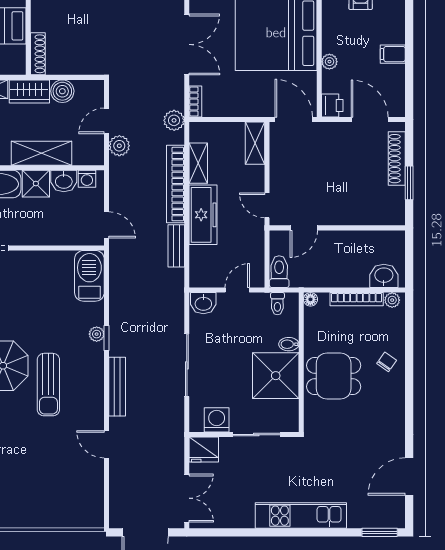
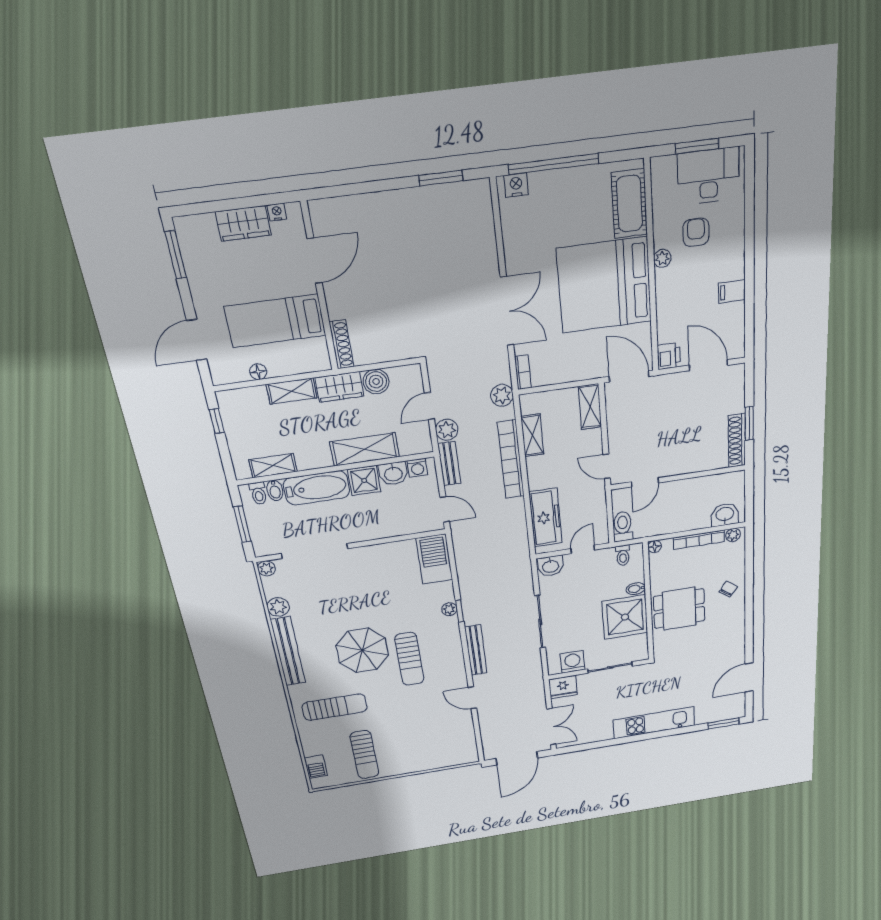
plant: (329, 62) -> (662, 258), moved
shoe rack: (397, 159) -> (737, 441), moved
freezer: (203, 215) -> (546, 518), moved
bench: (176, 246) -> (449, 463), moved

